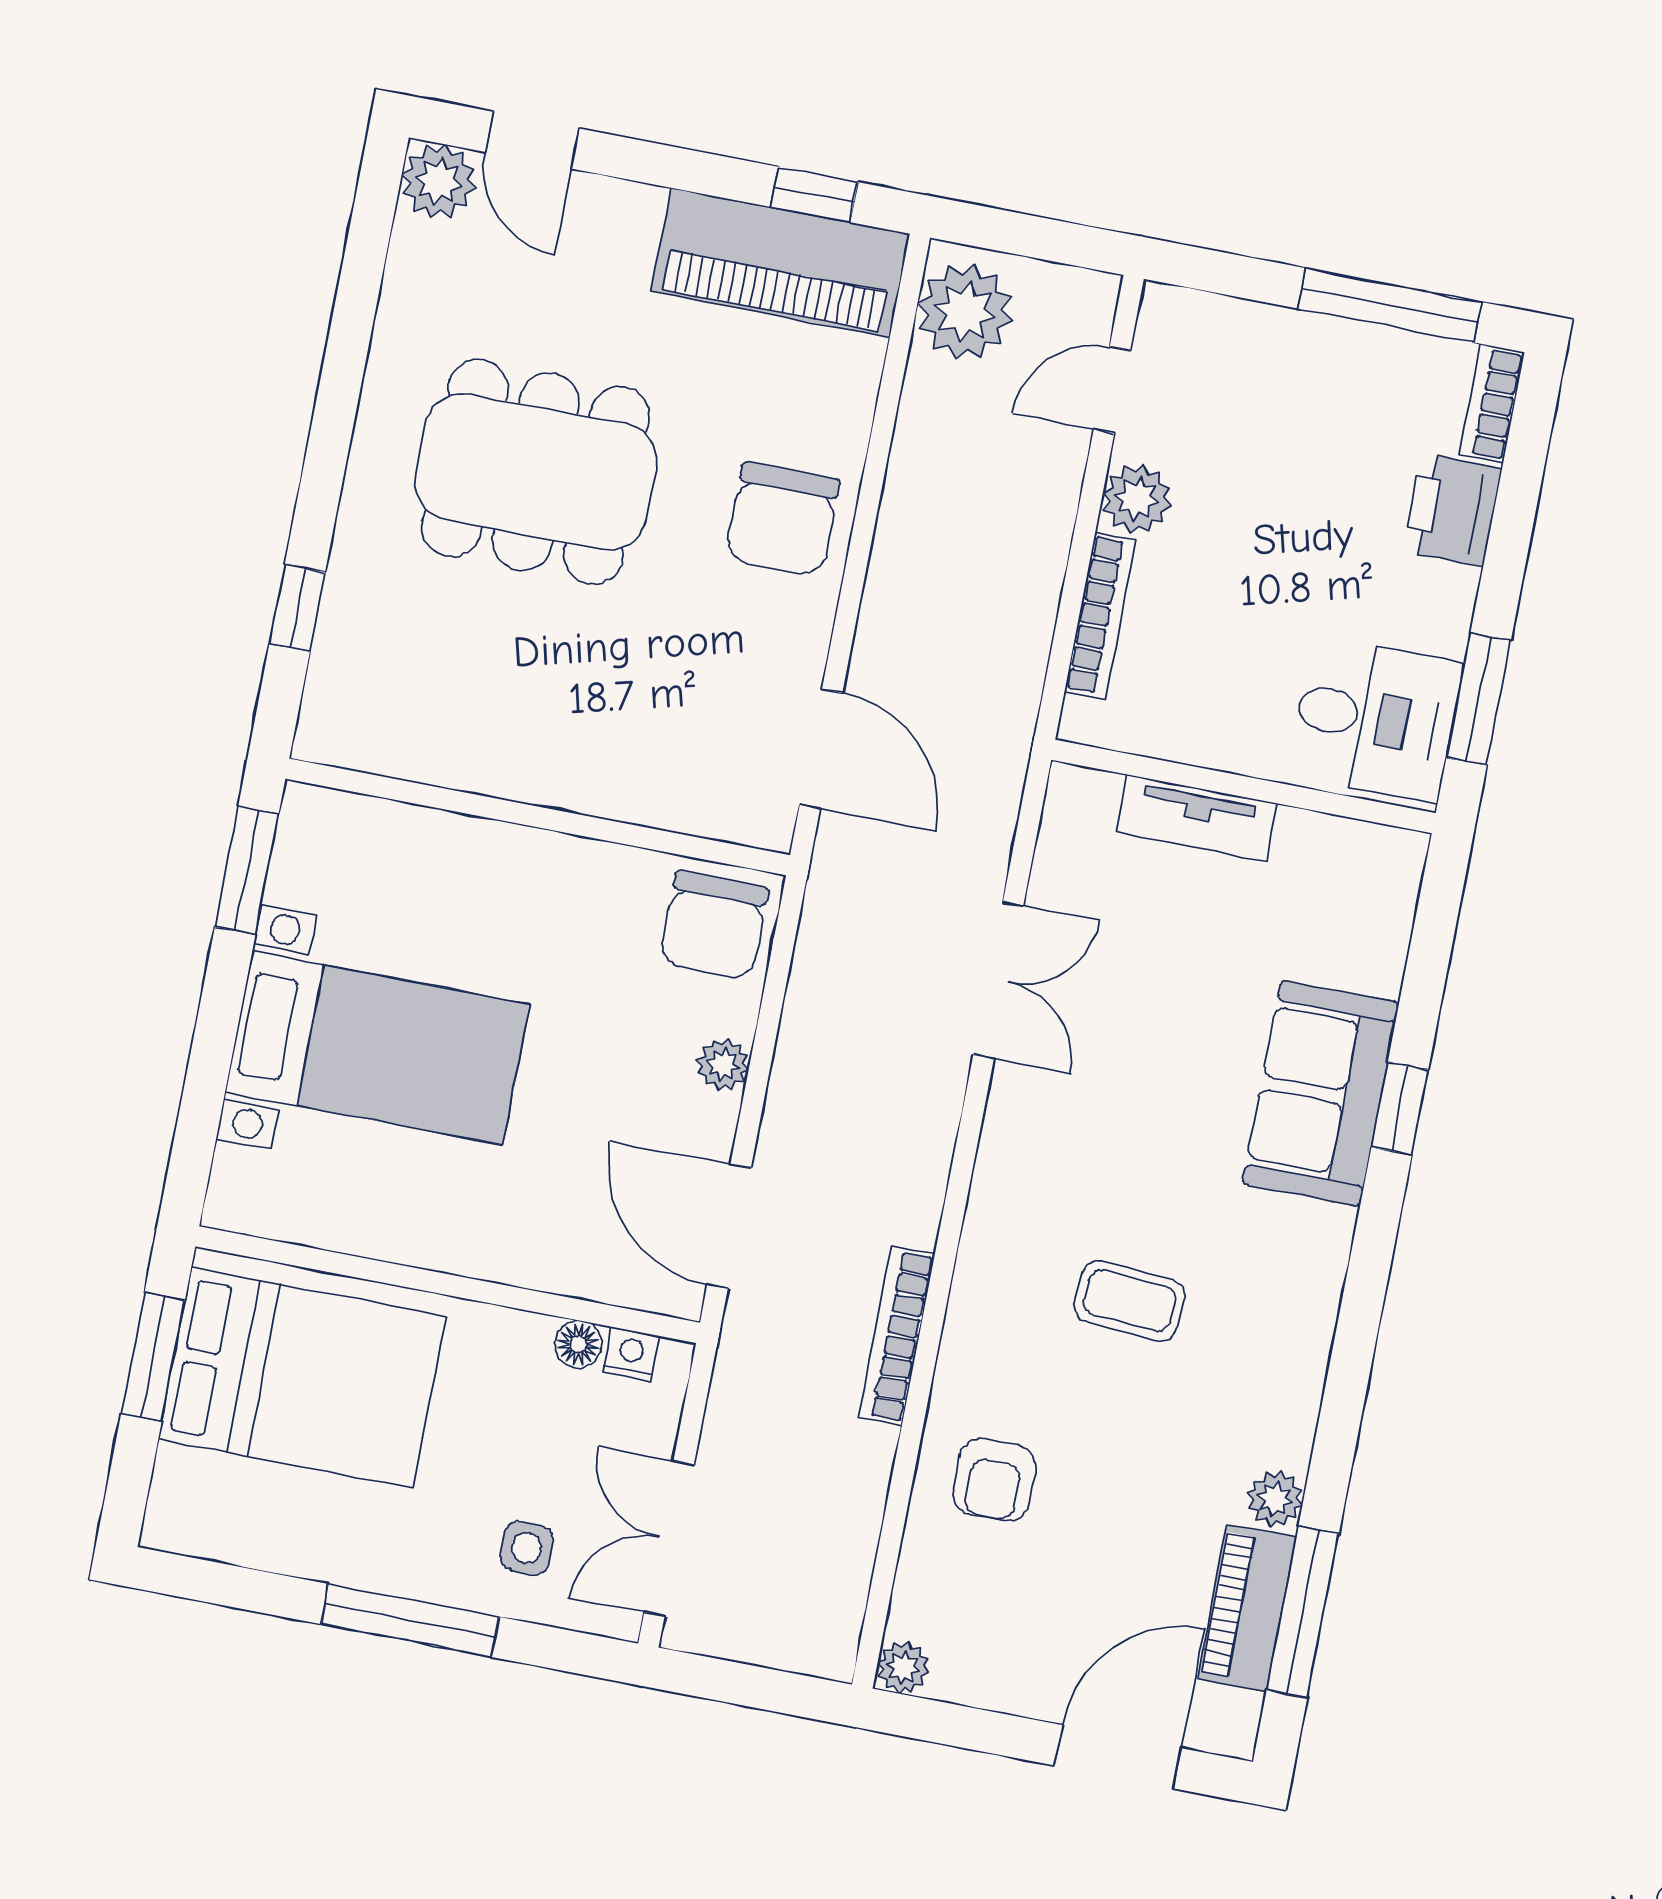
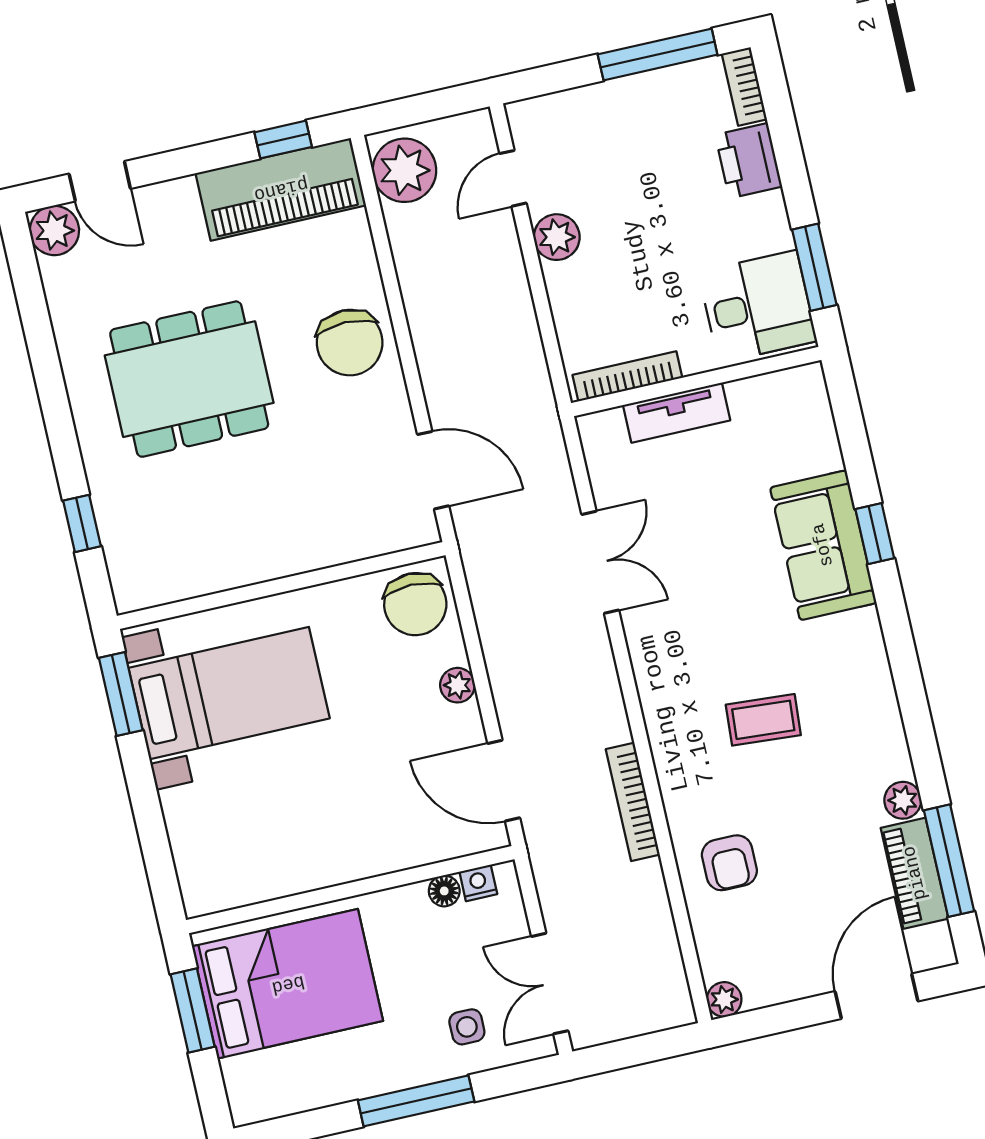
bookcase: (1100, 616) -> (627, 376), moved, turned -90
bed with nightstands: (377, 1048) -> (229, 693), moved

